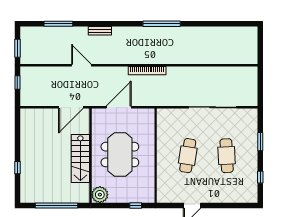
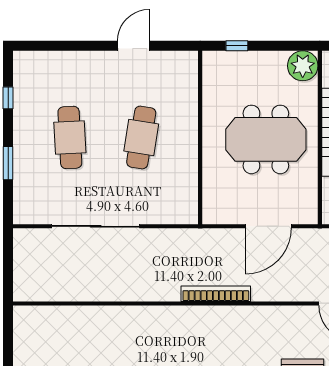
meeting table: (120, 155) -> (266, 139), turned 90

